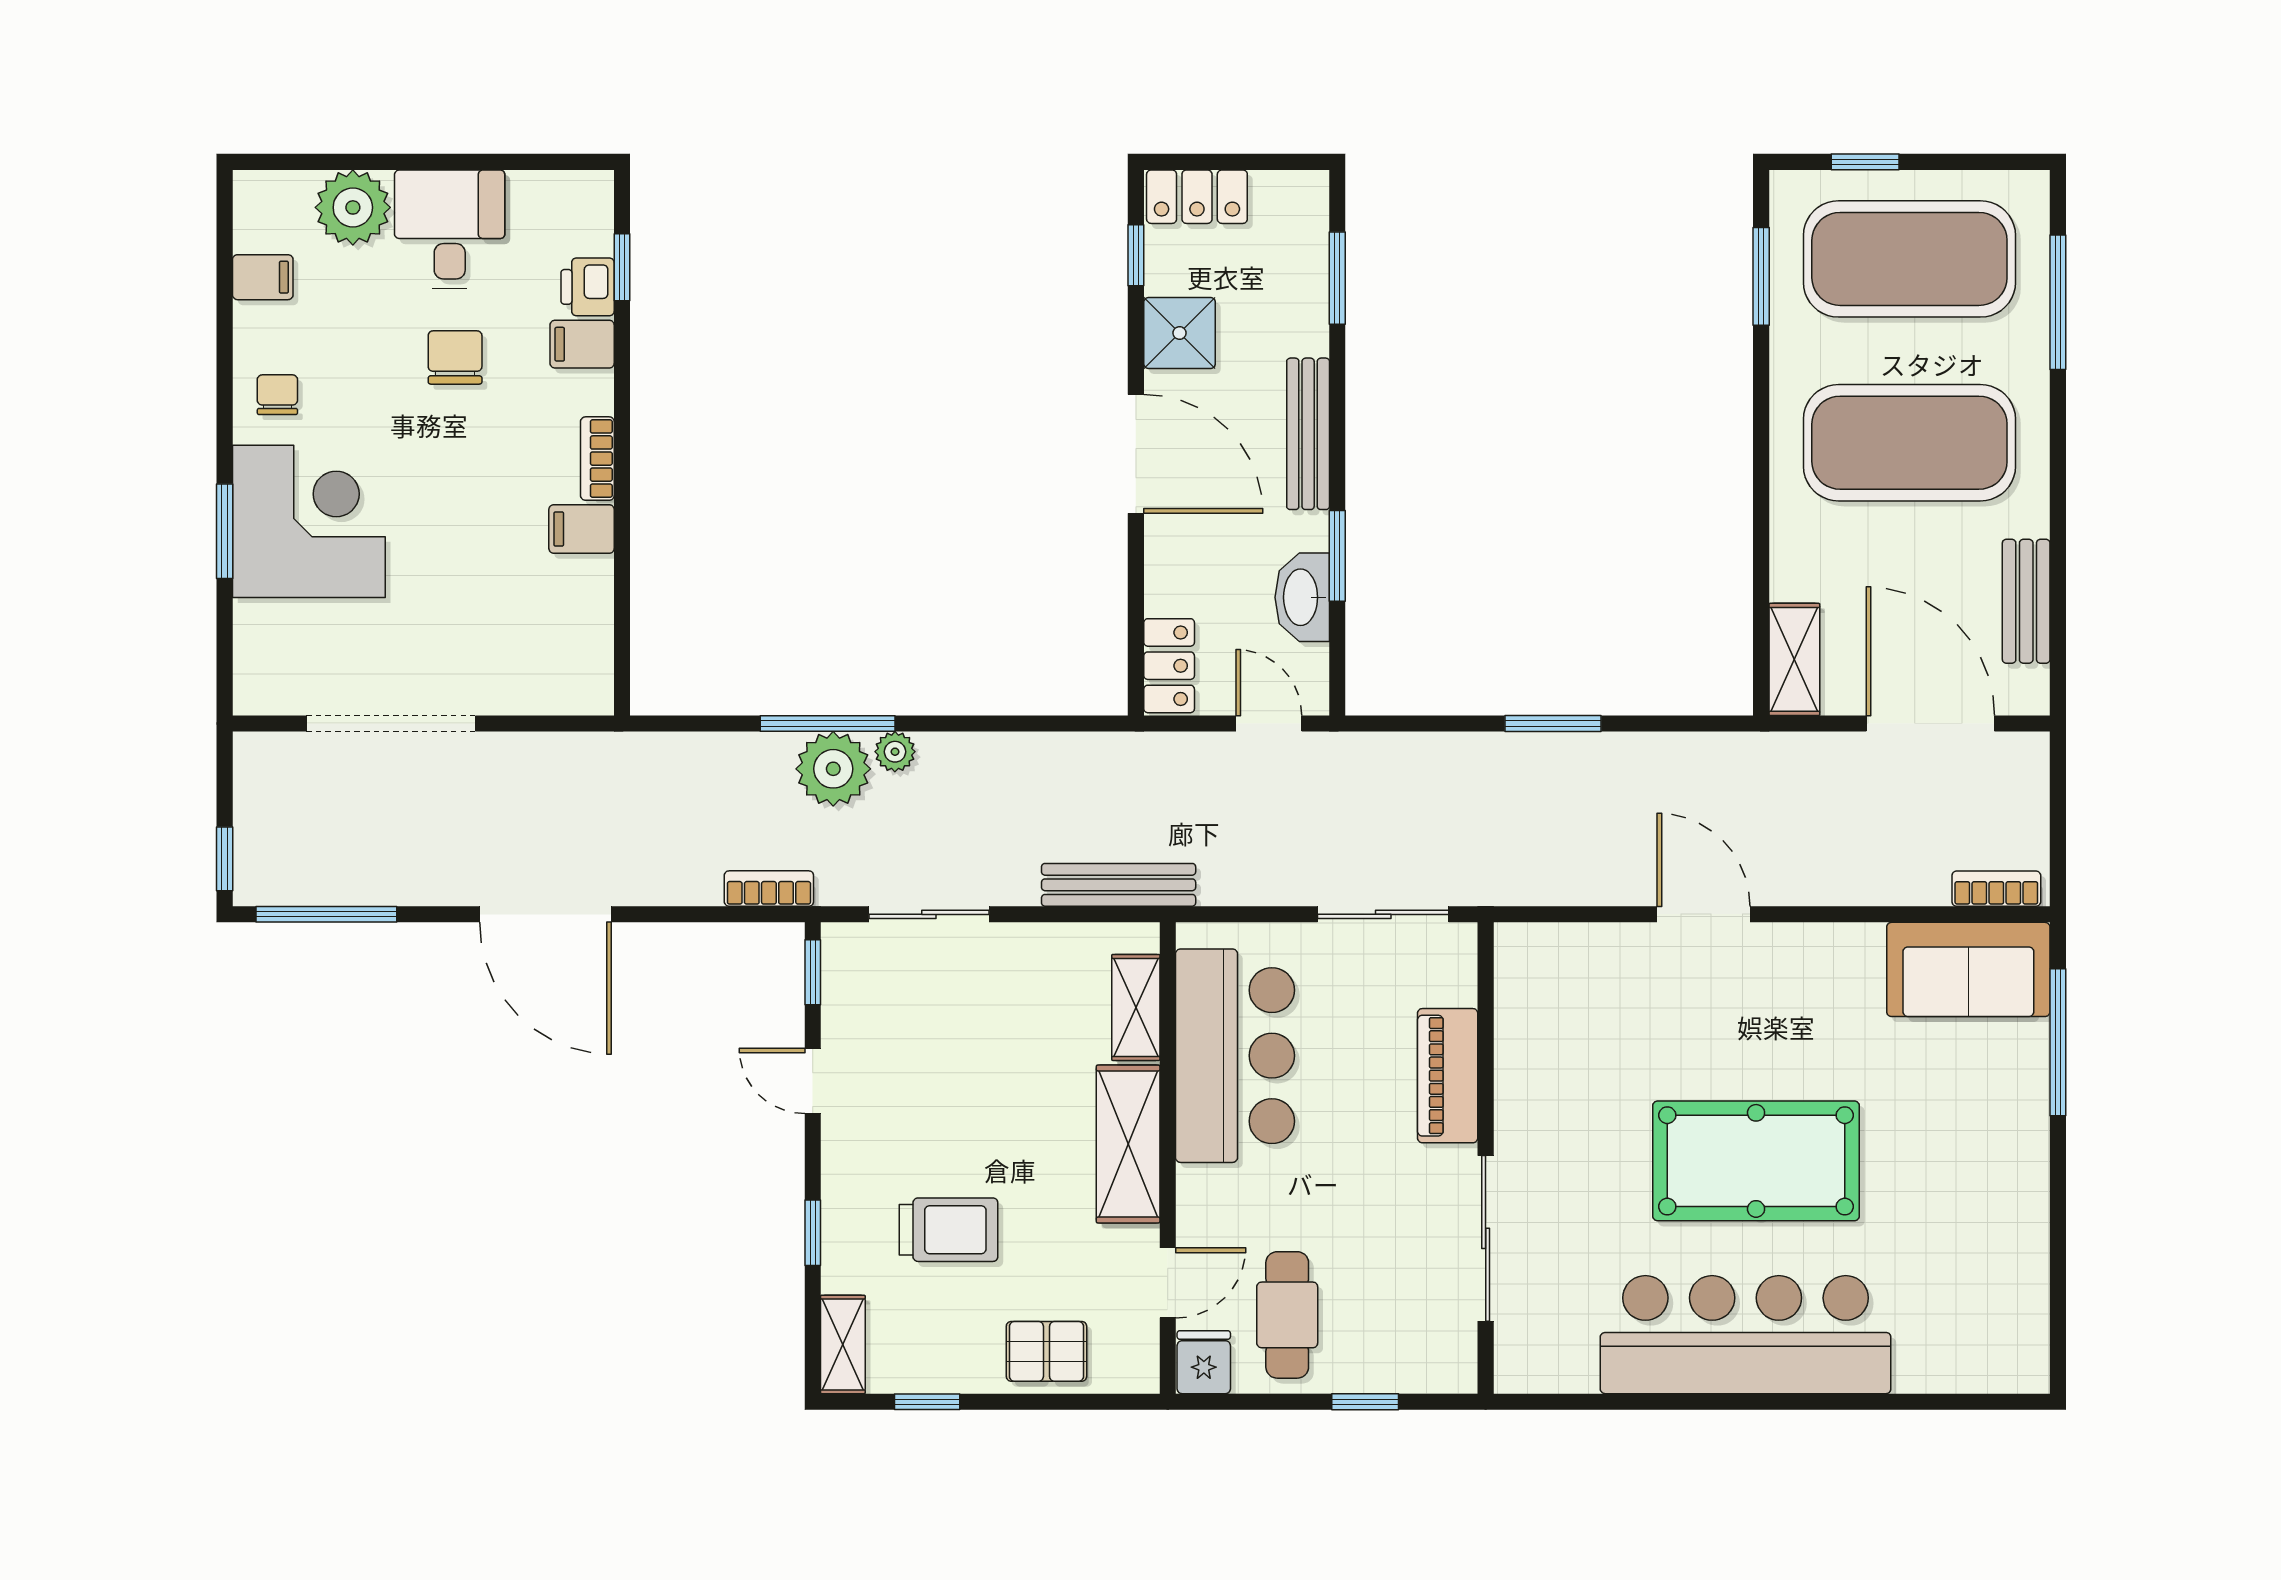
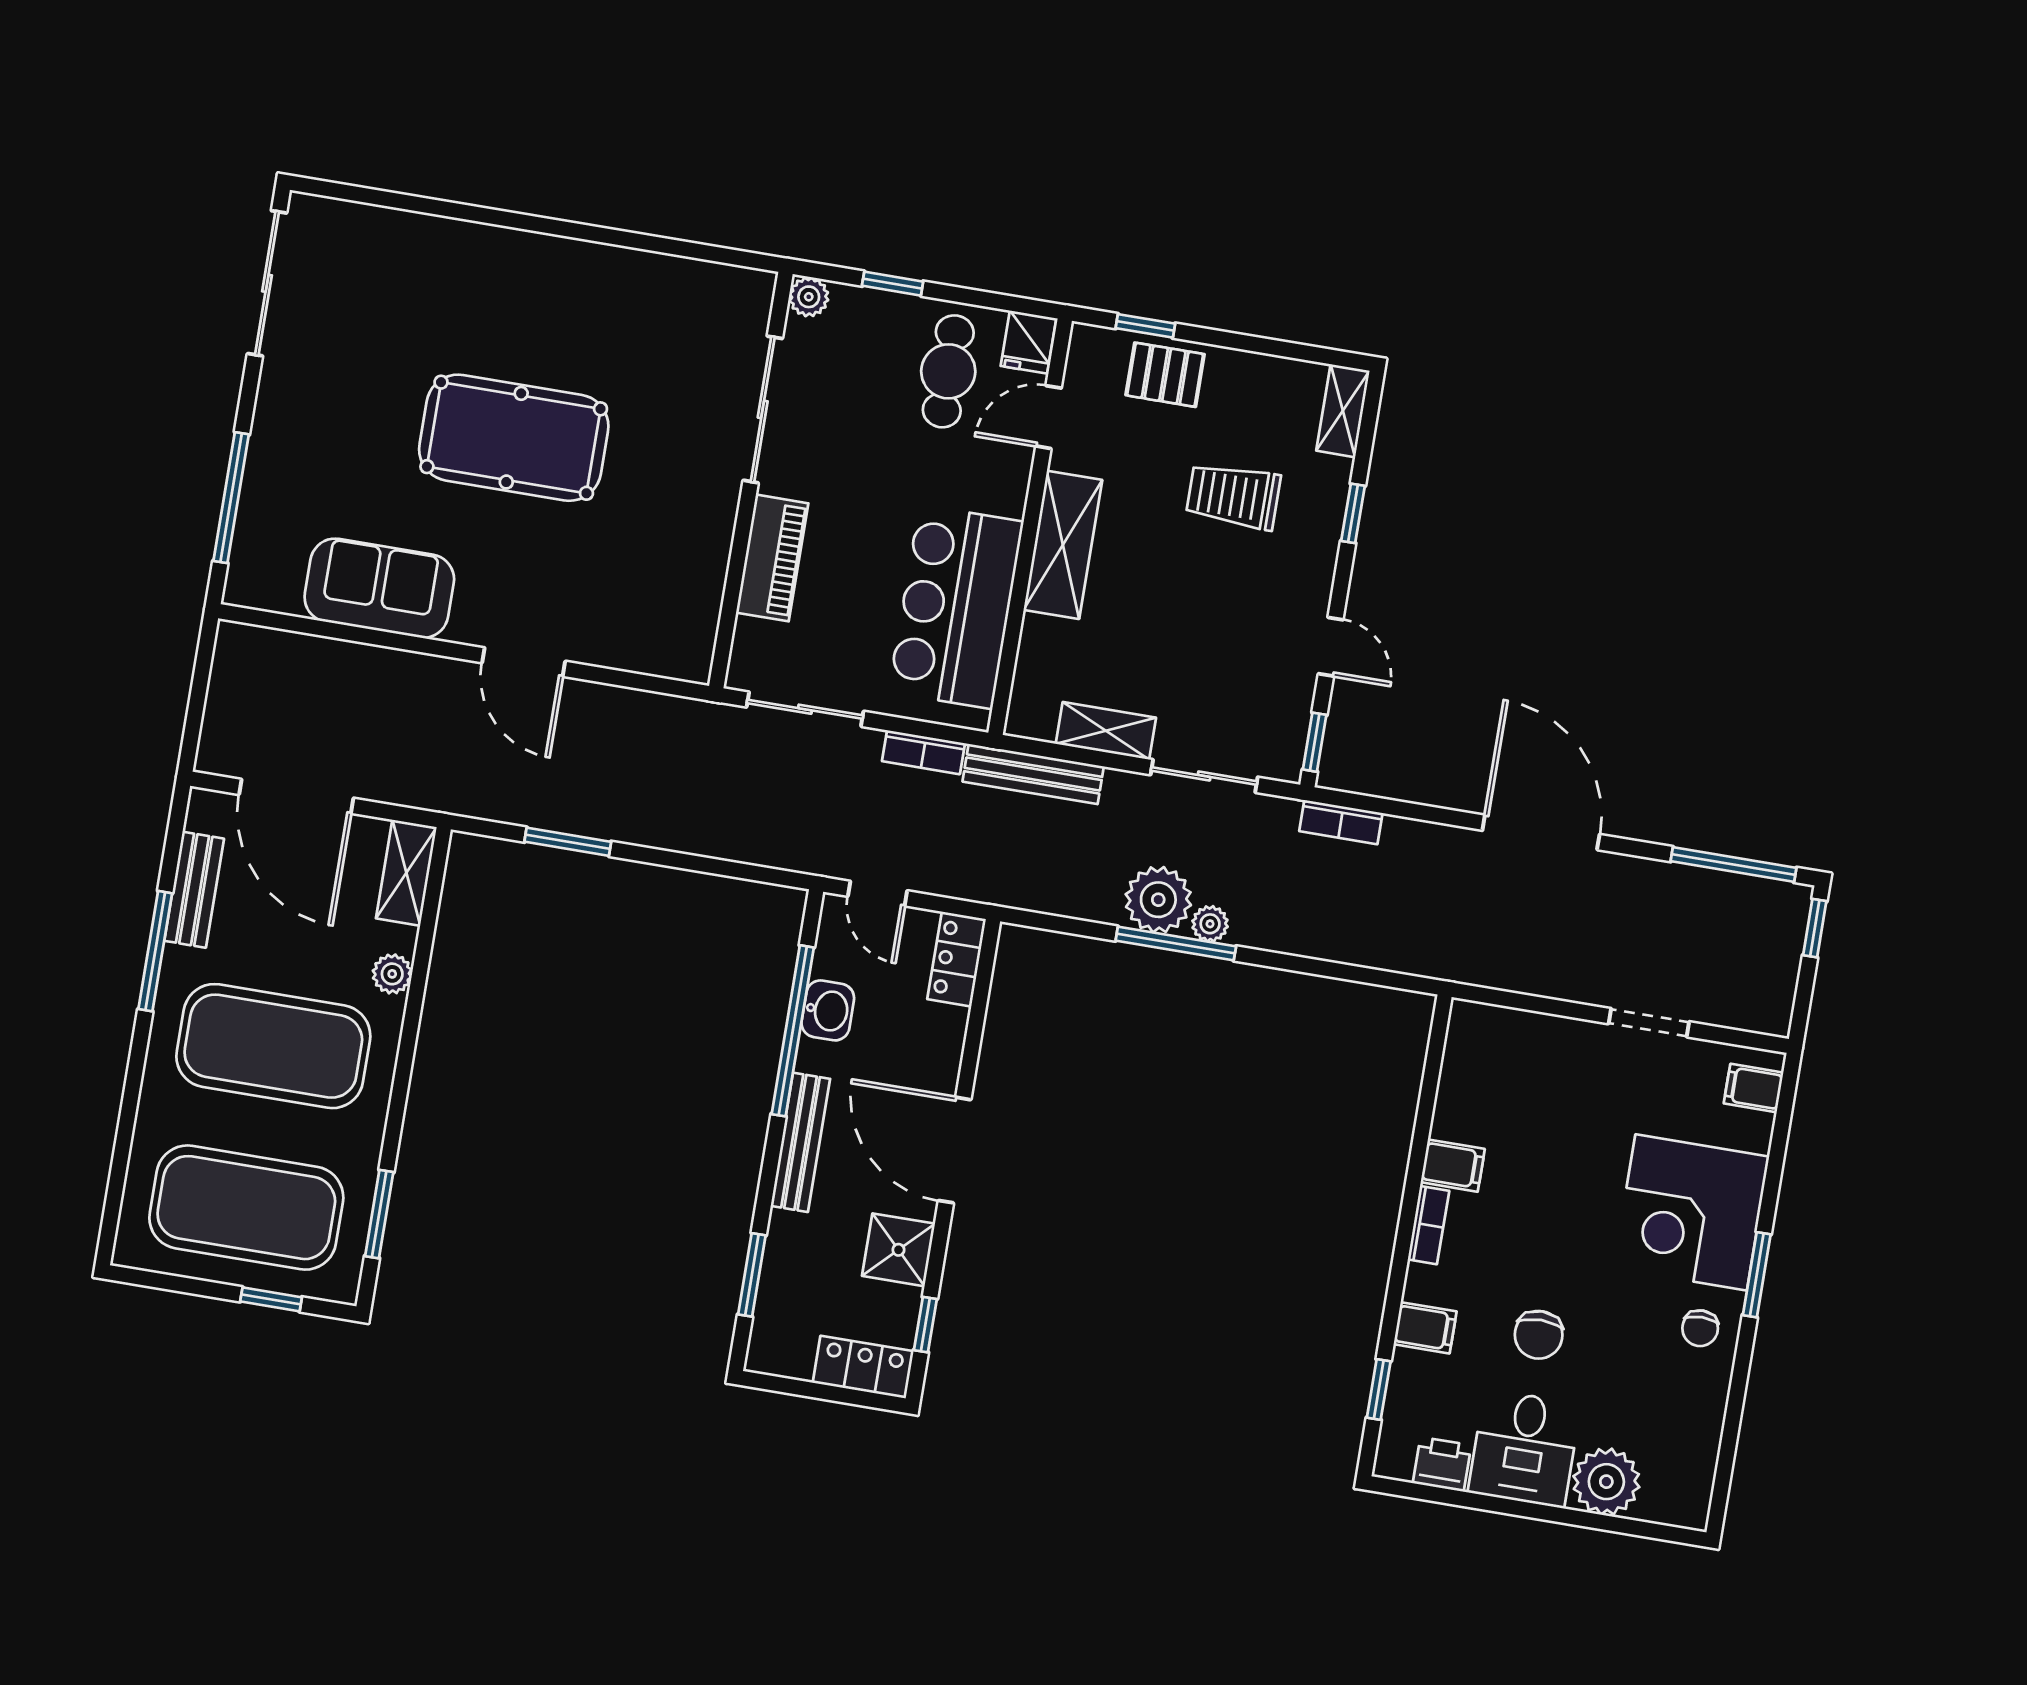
filing cabinet: (263, 277) -> (1754, 1088), moved
printer: (588, 287) -> (1442, 1464), moved, turned -90
window: (2058, 302) -> (155, 951), moved
window: (225, 531) -> (1757, 1275), moved
plant: (1791, 545) -> (392, 974), added
window: (1337, 556) -> (793, 1031), width x2.11
washbasin: (1302, 597) -> (828, 1010), width x0.72
doorway: (391, 724) -> (1649, 1023), width x0.53
window: (828, 724) -> (1176, 944), moved
window: (1553, 724) -> (568, 842), moved
plant: (833, 769) -> (1158, 900), moved
bookcase: (1996, 889) -> (924, 752), moved
sofa: (1968, 969) -> (379, 588), moved
shelving: (1136, 1007) -> (1106, 731), moved, turned 90
sliding door: (2058, 1286) -> (267, 283), added
bar counter: (1746, 1335) -> (548, 287), removed
plant: (1455, 1372) -> (809, 297), added
window: (927, 1402) -> (1145, 326), moved

